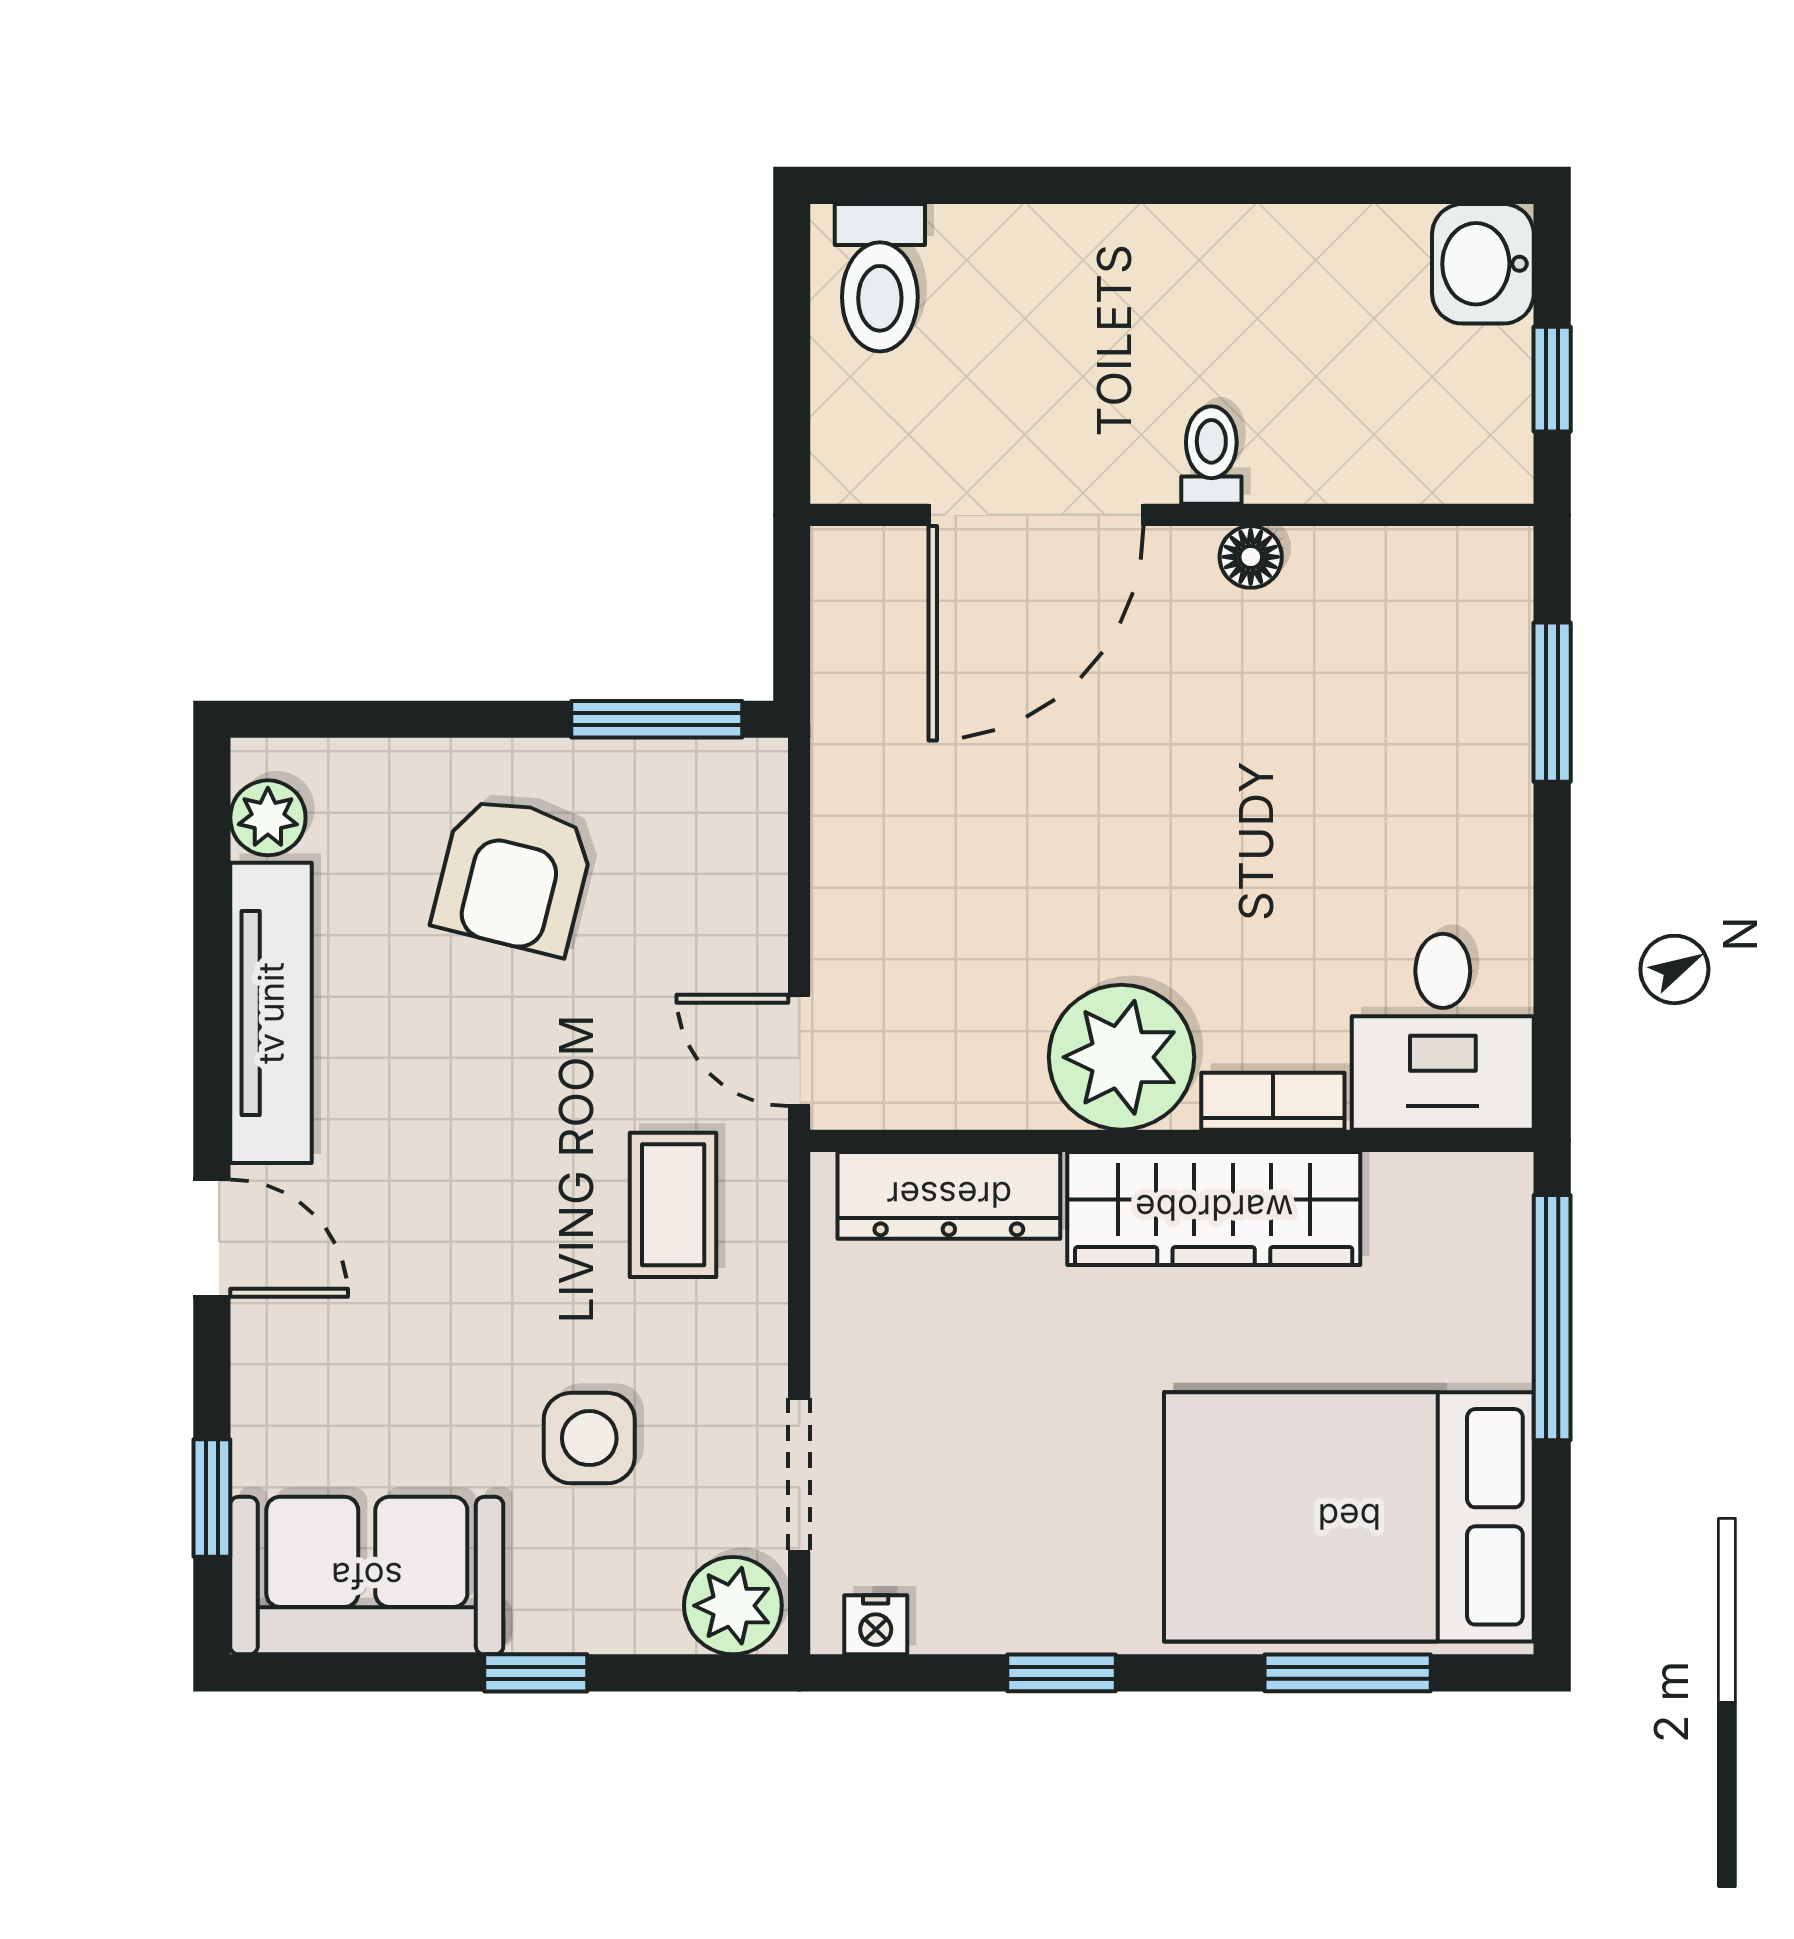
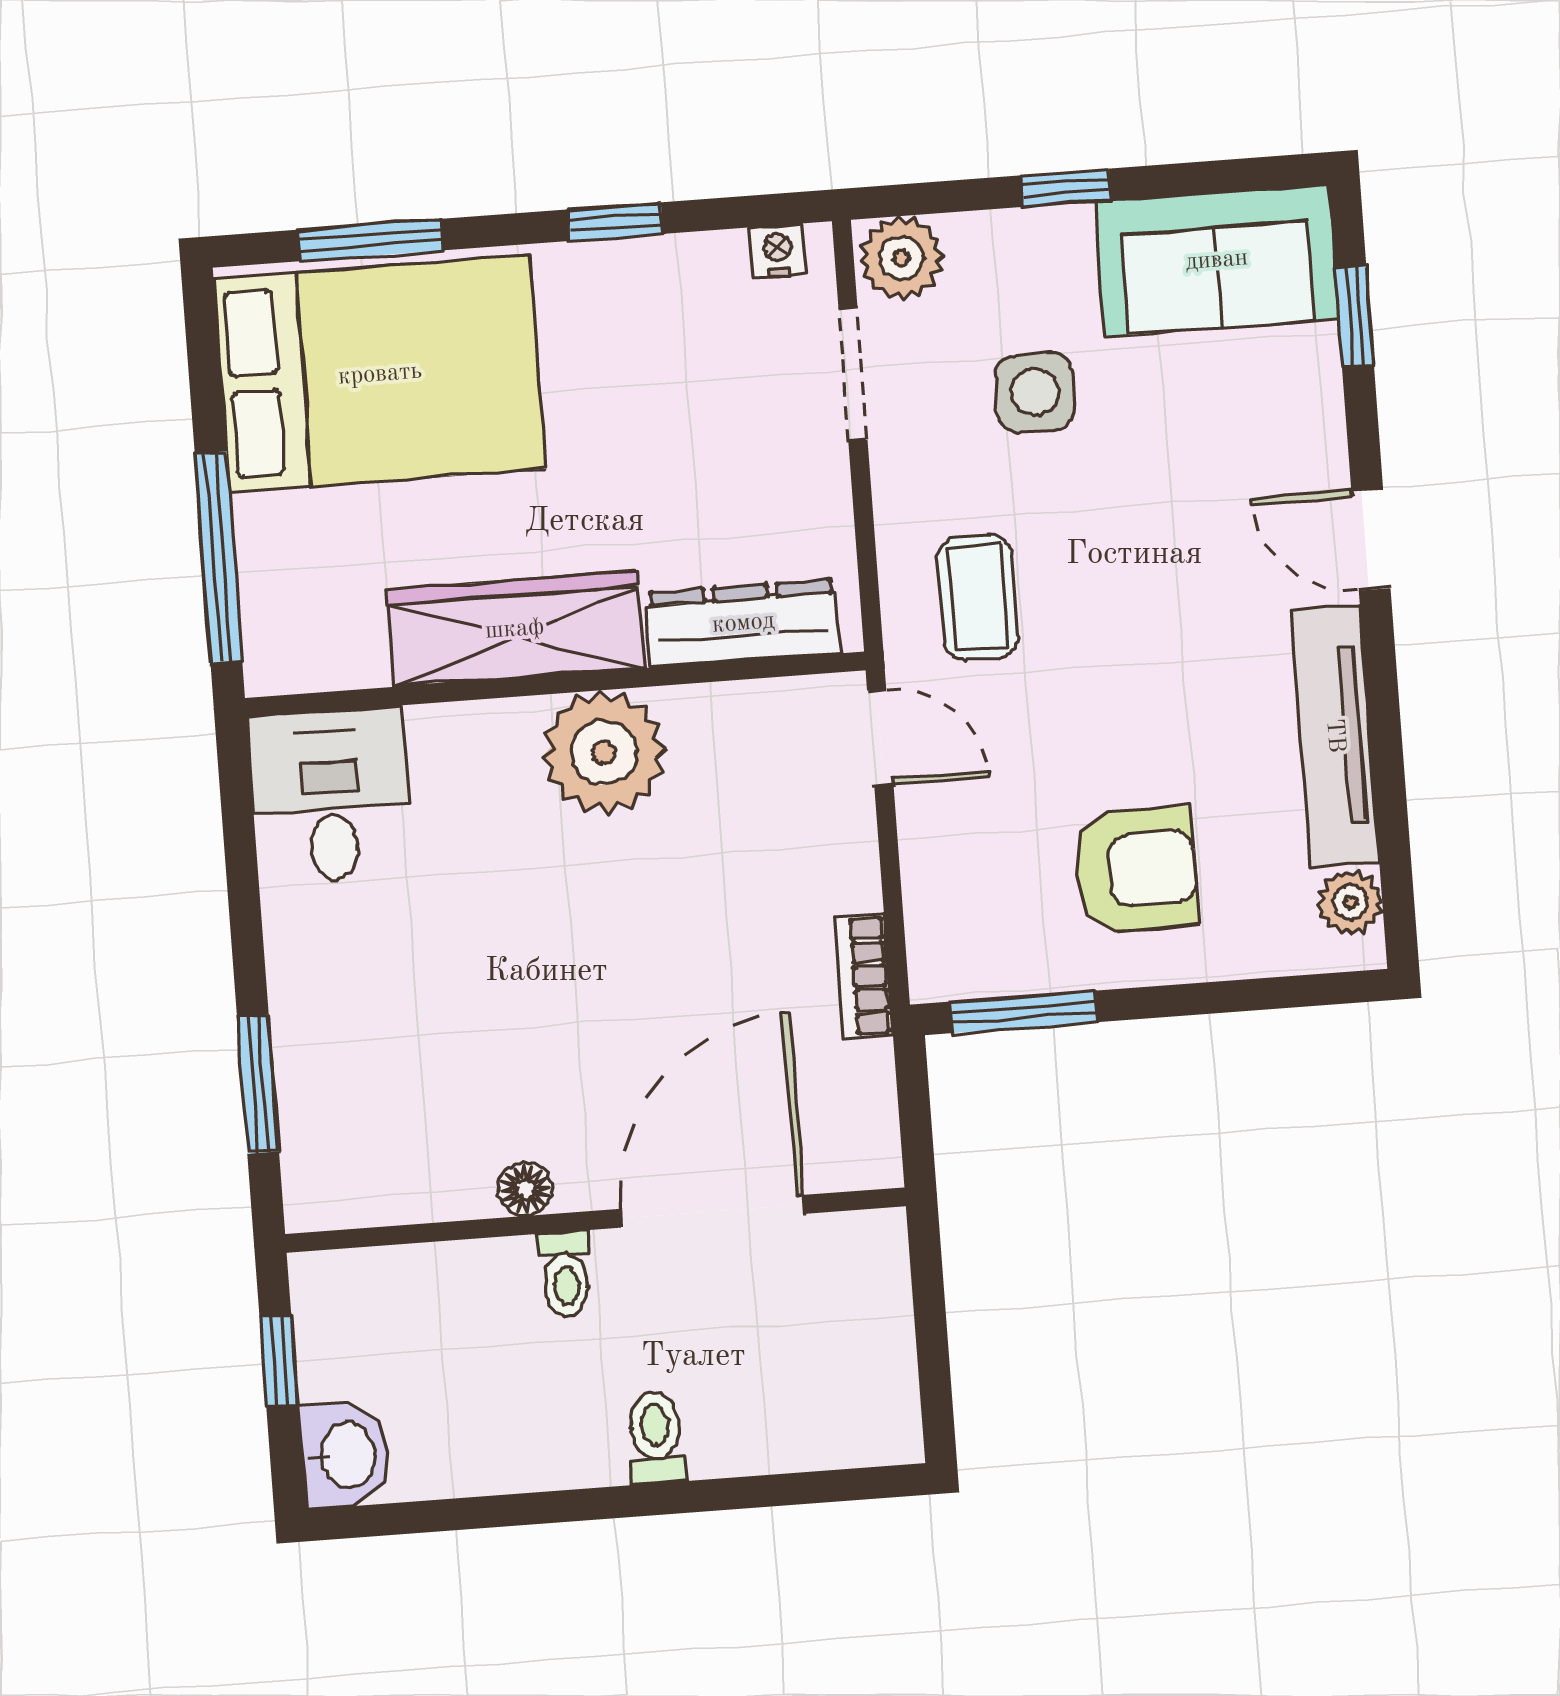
toilet: (880, 278) -> (656, 1438), moved, width x0.73, depth x0.72
armchair: (514, 875) -> (1136, 870), turned 76
bookcase: (1273, 1101) -> (864, 976), moved, turned 90

